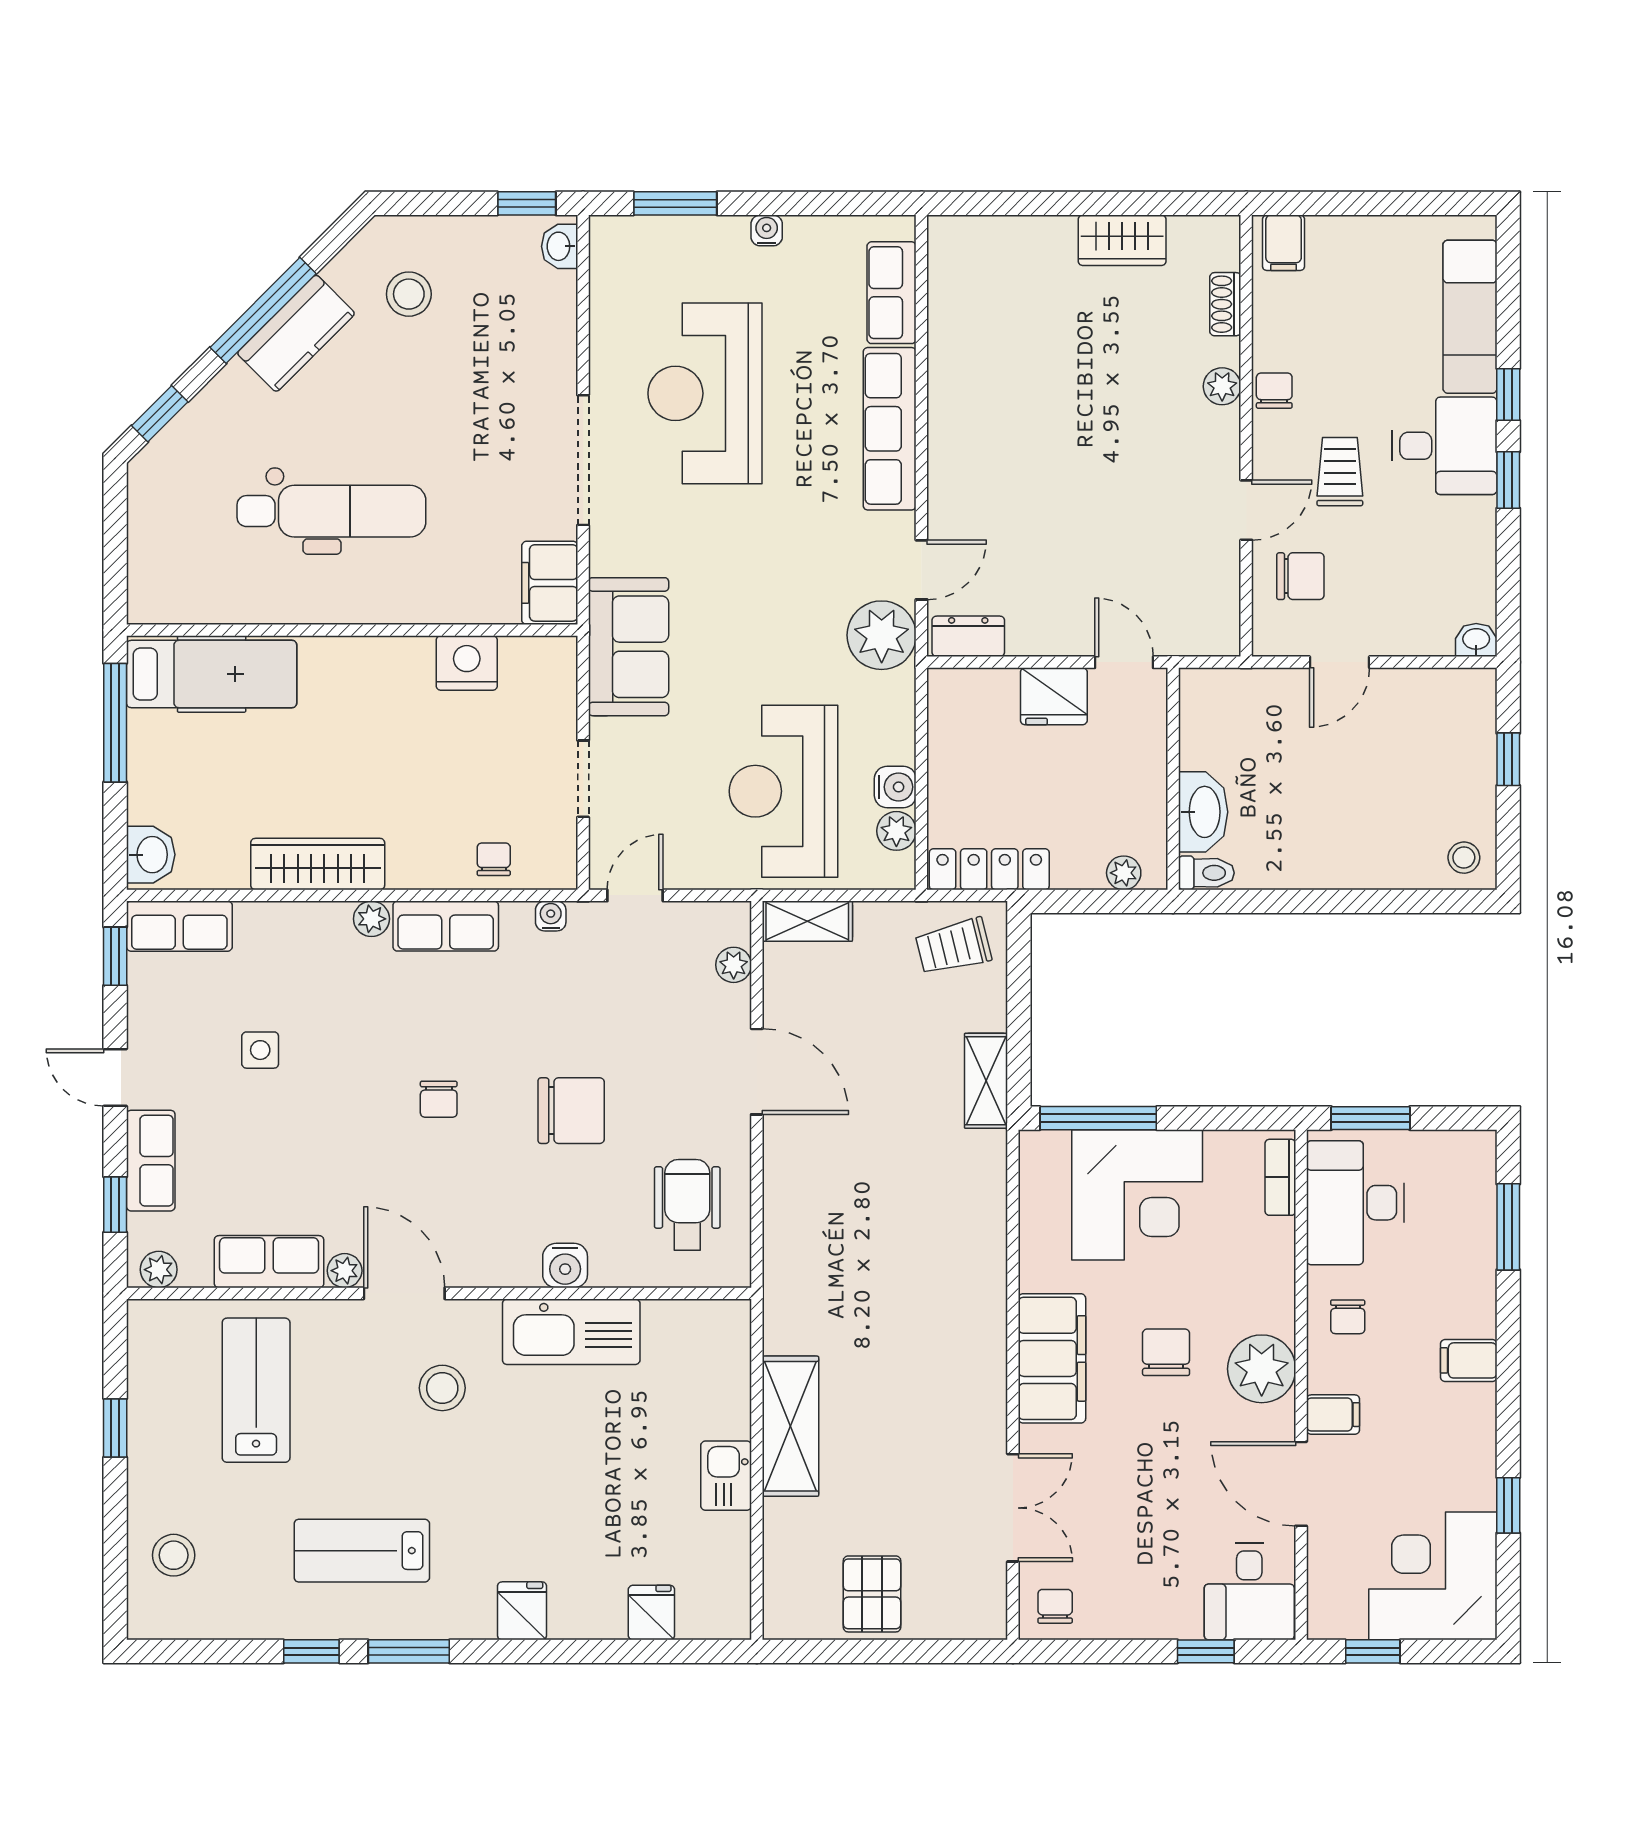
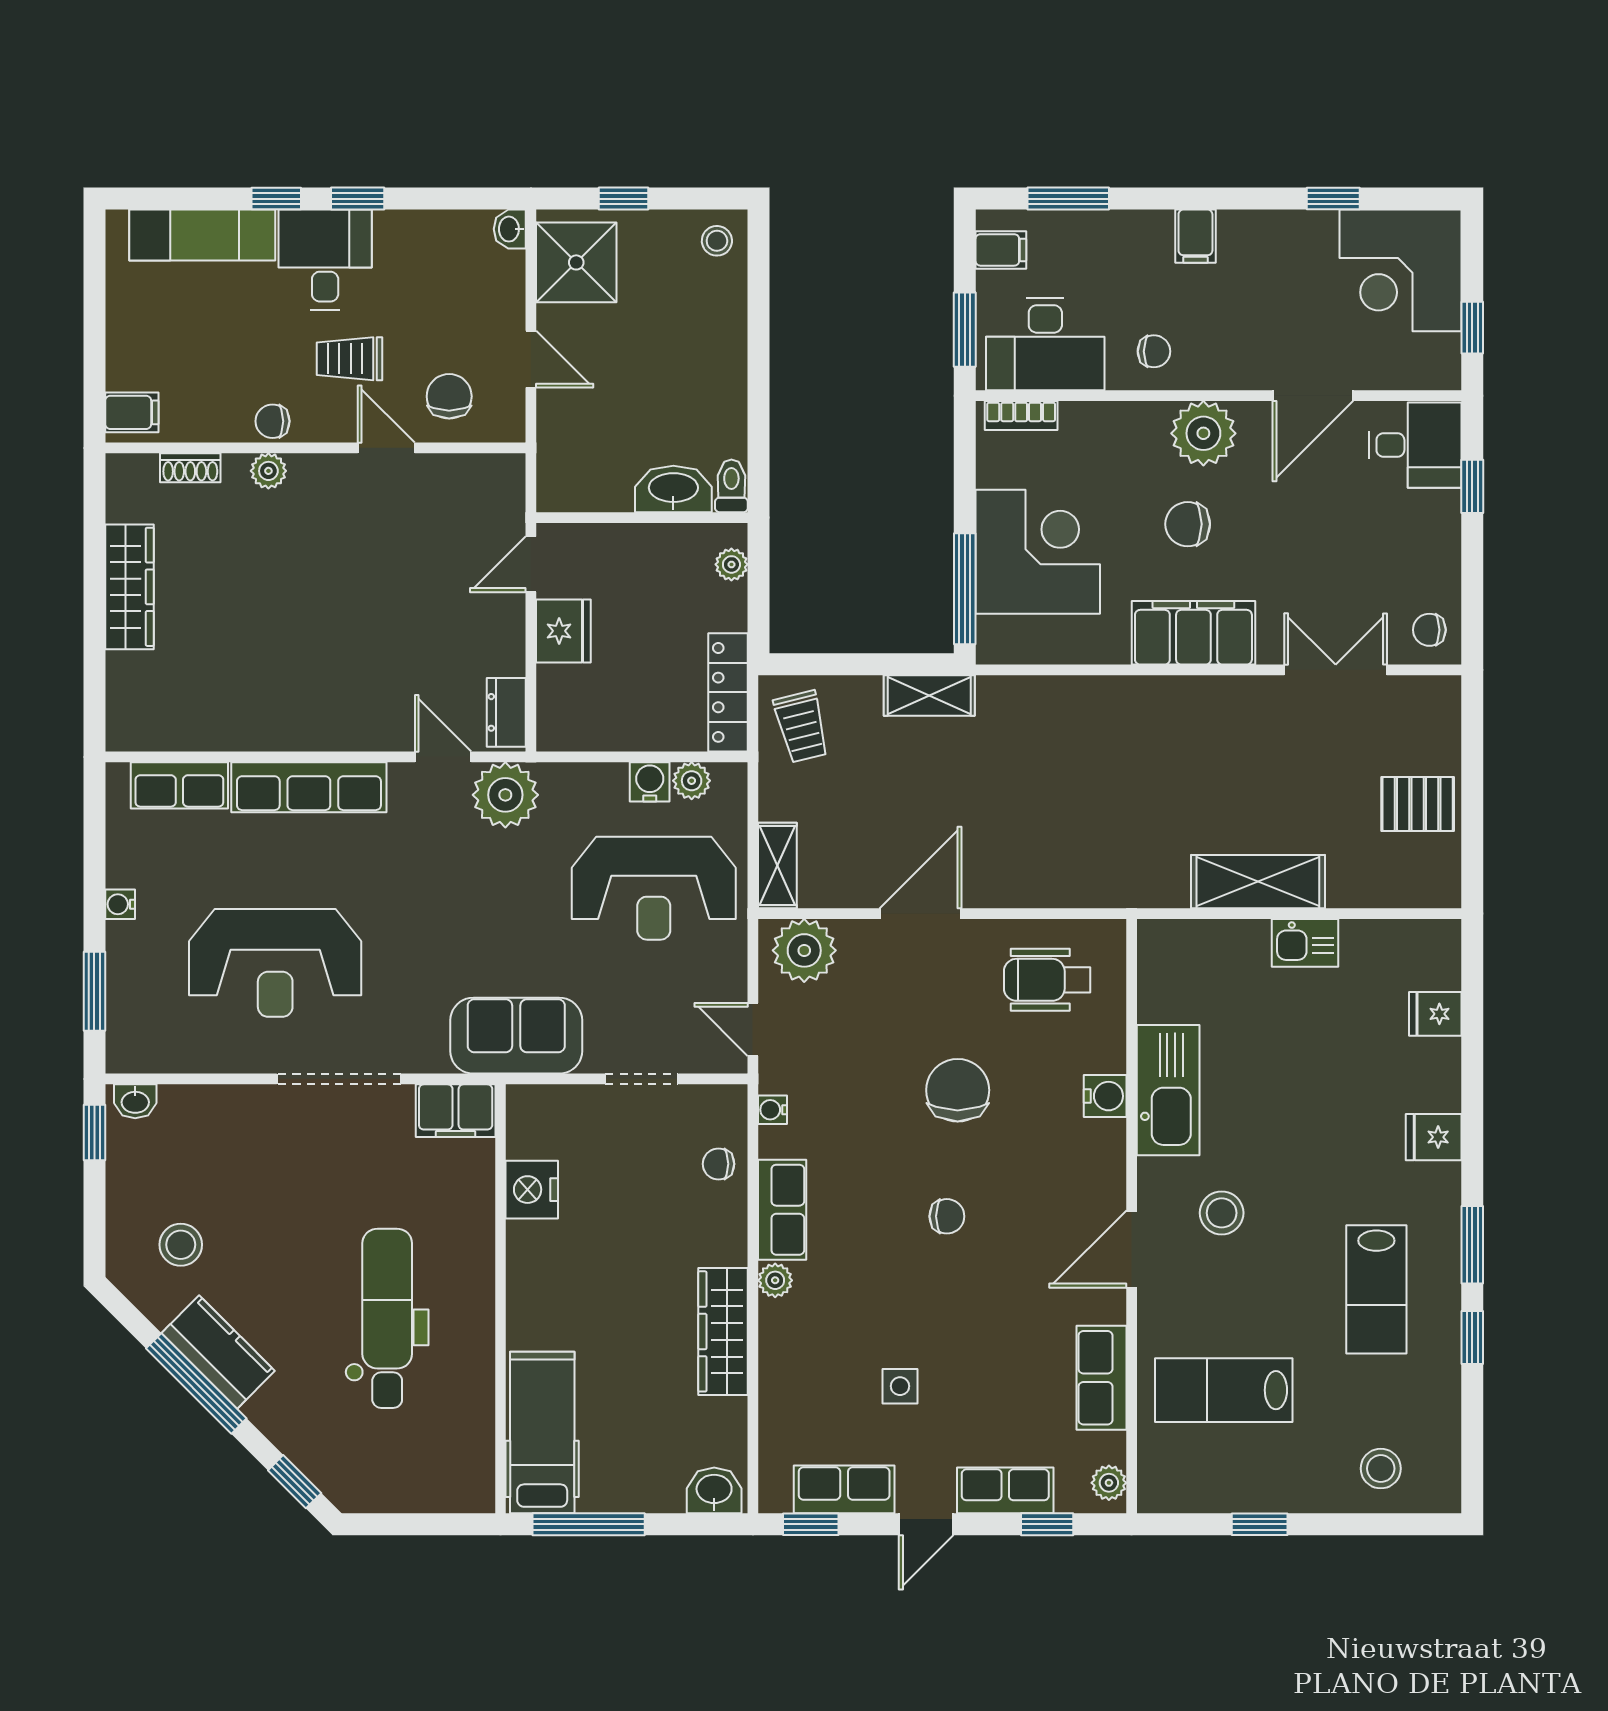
wardrobe: (1122, 240) -> (129, 587), width x1.50
shower: (1441, 710) -> (576, 262), added
row of seats: (179, 926) -> (844, 1489), moved, turned -90
plant: (734, 965) -> (804, 950), width x1.88, depth x1.88
plant: (345, 1271) -> (1110, 1306), removed
filing cabinet: (1333, 1415) -> (1001, 250), moved, turned 90

